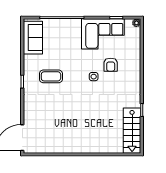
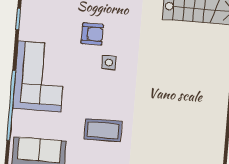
corner sofa: (103, 34) -> (40, 77), moved
coffee table: (51, 76) -> (103, 130), turned 90

